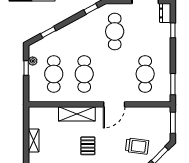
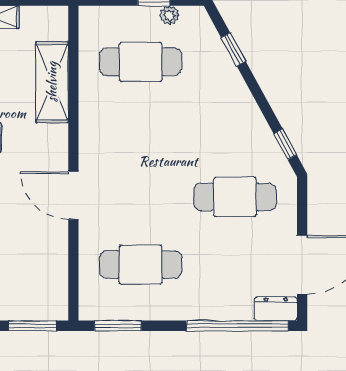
window: (173, 30) -> (237, 326), width x3.17
cafe table: (84, 74) -> (141, 129), removed
shelving: (77, 114) -> (52, 82), moved

